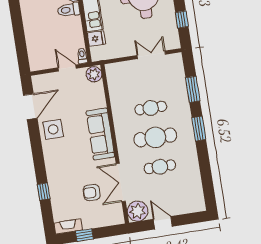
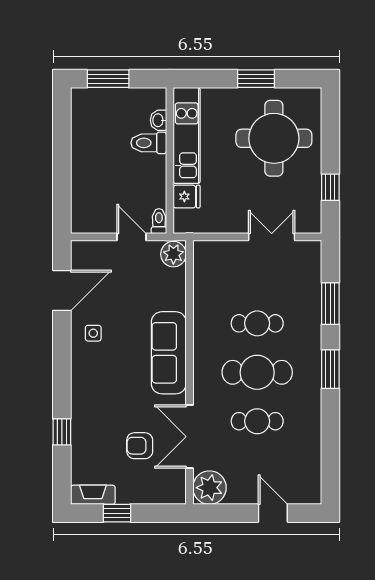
side table: (53, 129) -> (93, 333), width x0.54, depth x0.54
door: (163, 223) -> (273, 513), moved

